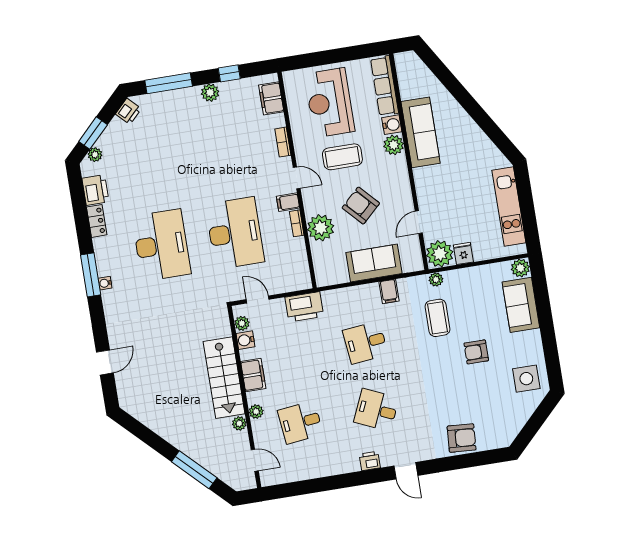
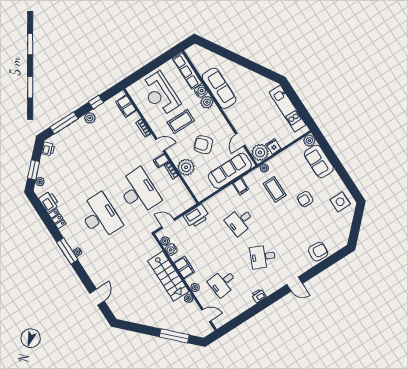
sofa: (374, 263) -> (230, 171), width x1.36
printer: (370, 461) -> (259, 296), moved

